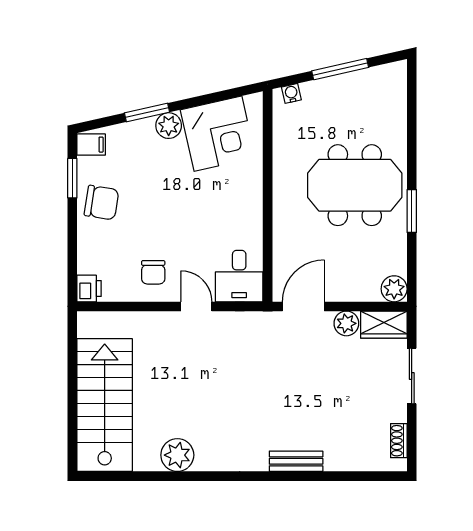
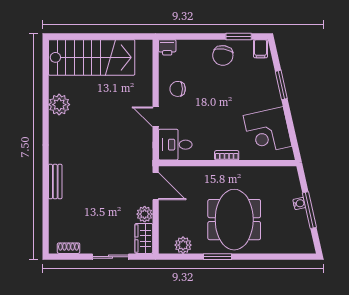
water cooler: (291, 93) -> (299, 203), moved
plant: (169, 126) -> (273, 99), removed
bookcase: (256, 197) -> (227, 155), added
plant: (394, 289) -> (183, 245), moved
door: (196, 306) -> (156, 117), swing flipped

